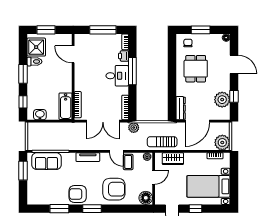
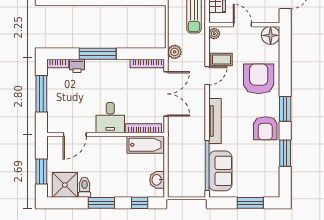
desk: (117, 76) -> (110, 118), moved, turned 180
tv unit: (88, 157) -> (215, 121), width x1.41
window: (23, 171) -> (250, 203), moved

